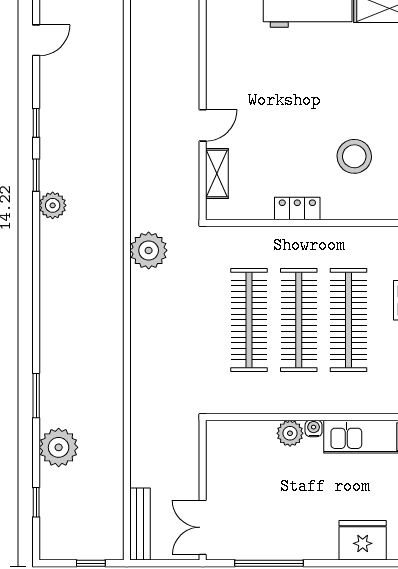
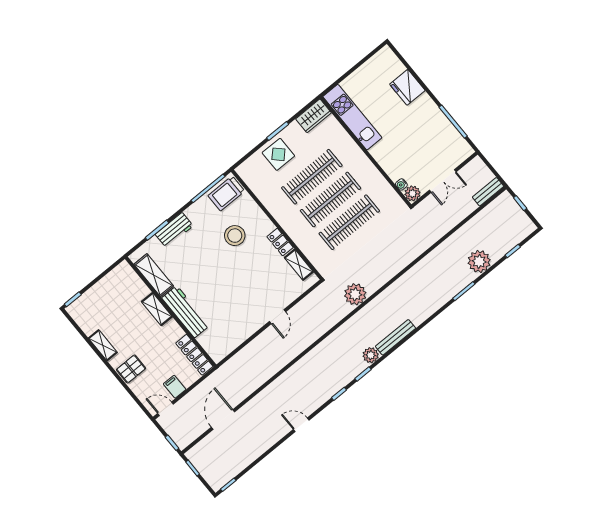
door: (203, 125) -> (278, 317), swing flipped
shelving: (217, 173) -> (299, 265), moved, turned 90
bench: (49, 257) -> (395, 337), added
water cooler: (314, 428) -> (401, 184), moved
plant: (290, 433) -> (412, 193), moved
bench: (140, 524) -> (488, 192), width x0.73
double door: (203, 527) -> (443, 181), moved

